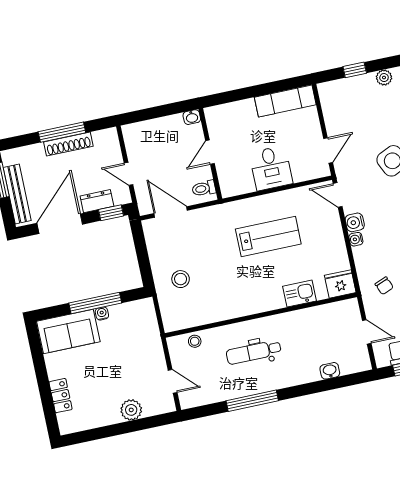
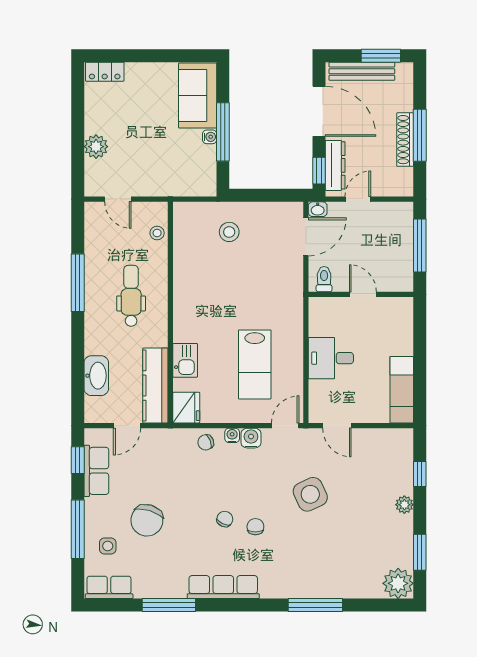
window: (157, 112) -> (420, 245), added
washbasin: (192, 117) -> (318, 209), moved, turned -90
dresser: (97, 201) -> (335, 165), width x1.44
lab bench: (268, 237) -> (255, 364), moved
chair: (384, 286) -> (206, 442), moved
kitchen counter: (327, 315) -> (155, 386), added
washbasin: (330, 371) -> (96, 376), width x1.91, depth x1.45
door: (173, 381) -> (118, 199), hinge flipped
locker: (61, 396) -> (105, 72), moved

